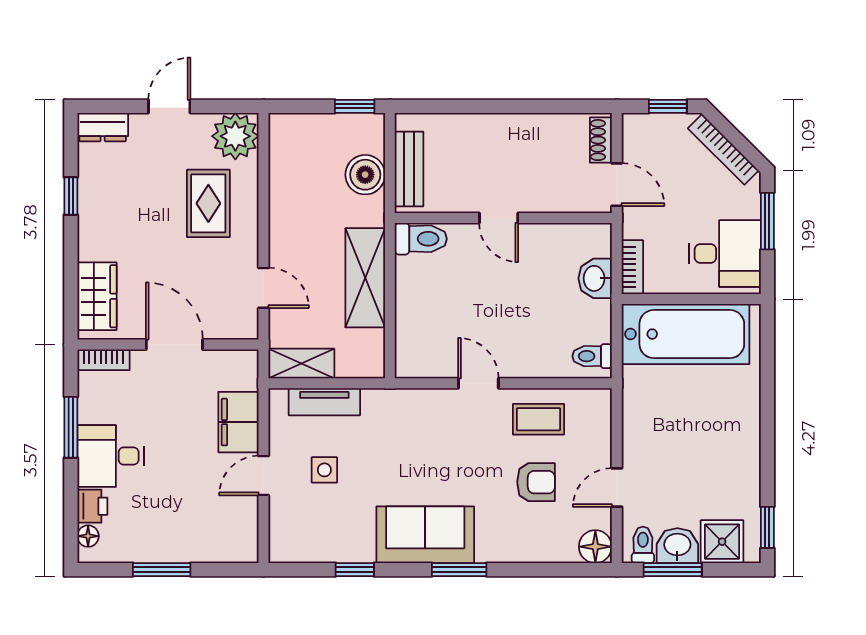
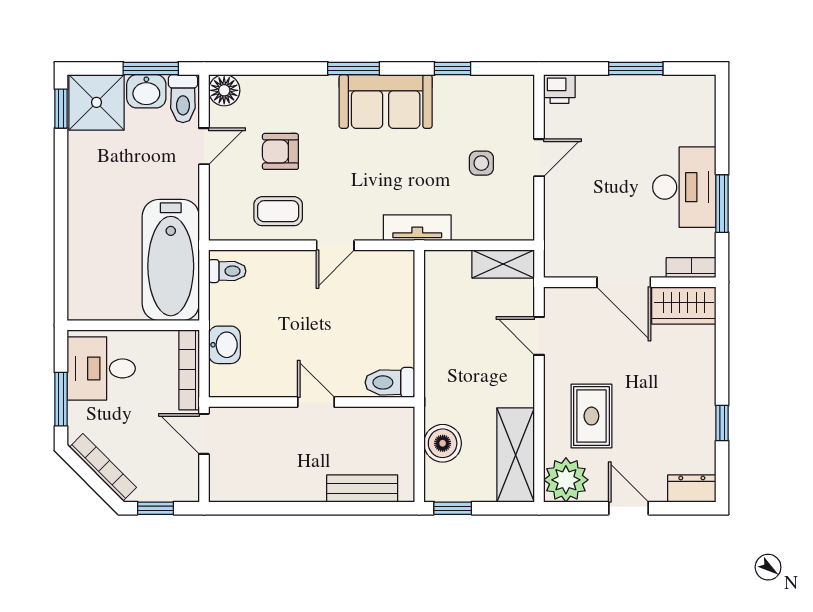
door: (169, 106) -> (628, 508), swing flipped
shoe rack: (601, 140) -> (219, 476), removed
bench: (409, 169) -> (362, 488), moved, turned 90
bookcase: (632, 267) -> (189, 370), width x1.56
shelving: (365, 278) -> (516, 455), moved
wardrobe: (97, 296) -> (684, 305), moved, turned -90
bathtub: (685, 334) -> (171, 260), moved, turned -90
door: (478, 383) -> (335, 245), hinge flipped
tv unit: (324, 402) -> (417, 228), moved
filing cabinet: (239, 422) -> (563, 208), removed
desk: (111, 456) -> (684, 187), width x1.37
printer: (92, 506) -> (559, 89), moved, turned -90
floor lamp: (88, 536) -> (706, 100), removed
shower: (722, 542) -> (97, 102), width x1.36, depth x1.36
toilet: (643, 545) -> (183, 99), width x1.37, depth x1.39

